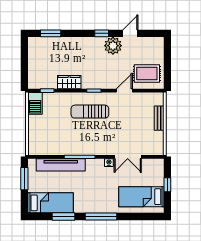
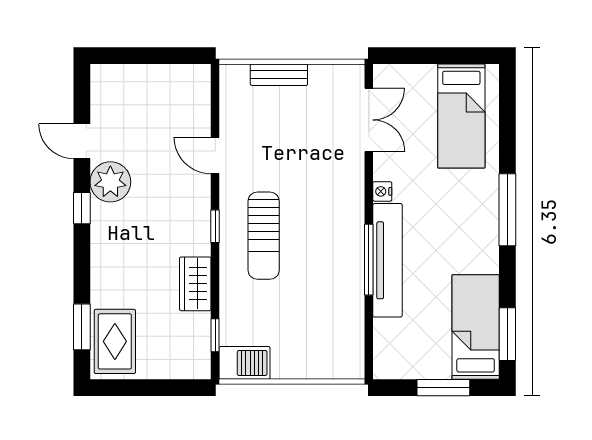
rug: (147, 74) -> (115, 341), moved
double door: (128, 157) -> (369, 120), moved
tv unit: (61, 165) -> (387, 260), moved
window: (24, 179) -> (443, 388), moved
window: (167, 185) -> (434, 56), removed
window: (63, 217) -> (507, 334), moved

